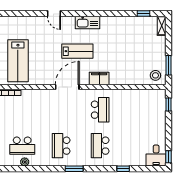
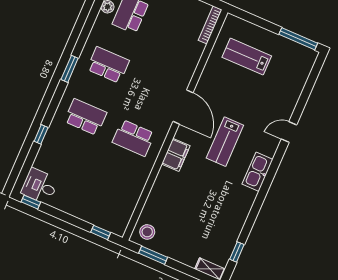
lab bench: (18, 61) -> (247, 57), width x0.73, depth x0.72

